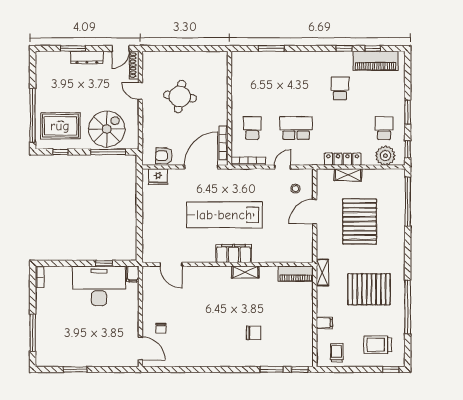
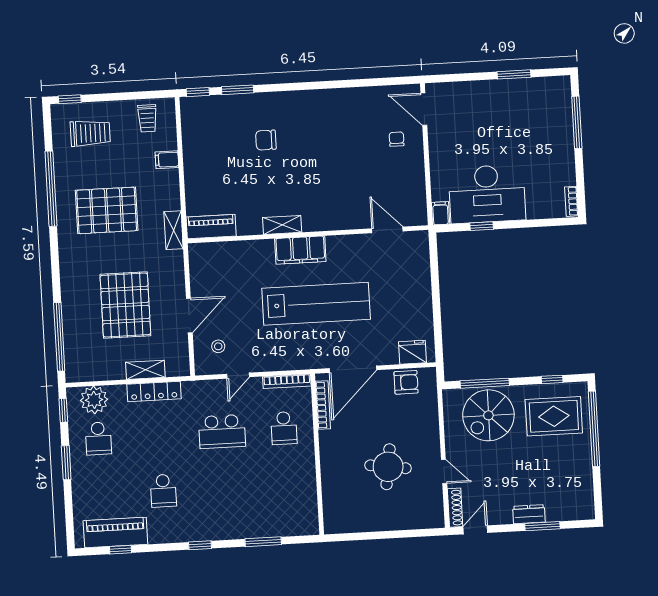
window: (344, 48) -> (200, 545), moved
dresser: (87, 57) -> (529, 514), width x0.70

